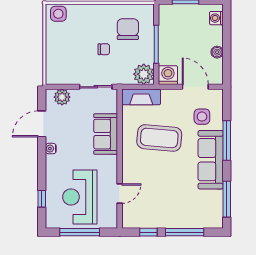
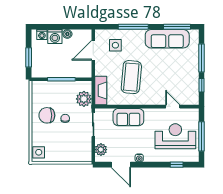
chair: (128, 29) -> (47, 115), moved
plant: (144, 74) -> (84, 99), moved
washing machine: (168, 75) -> (55, 37), moved, turned -90
sofa: (211, 160) -> (167, 39), moved
reception desk: (80, 197) -> (175, 136), turned 180

